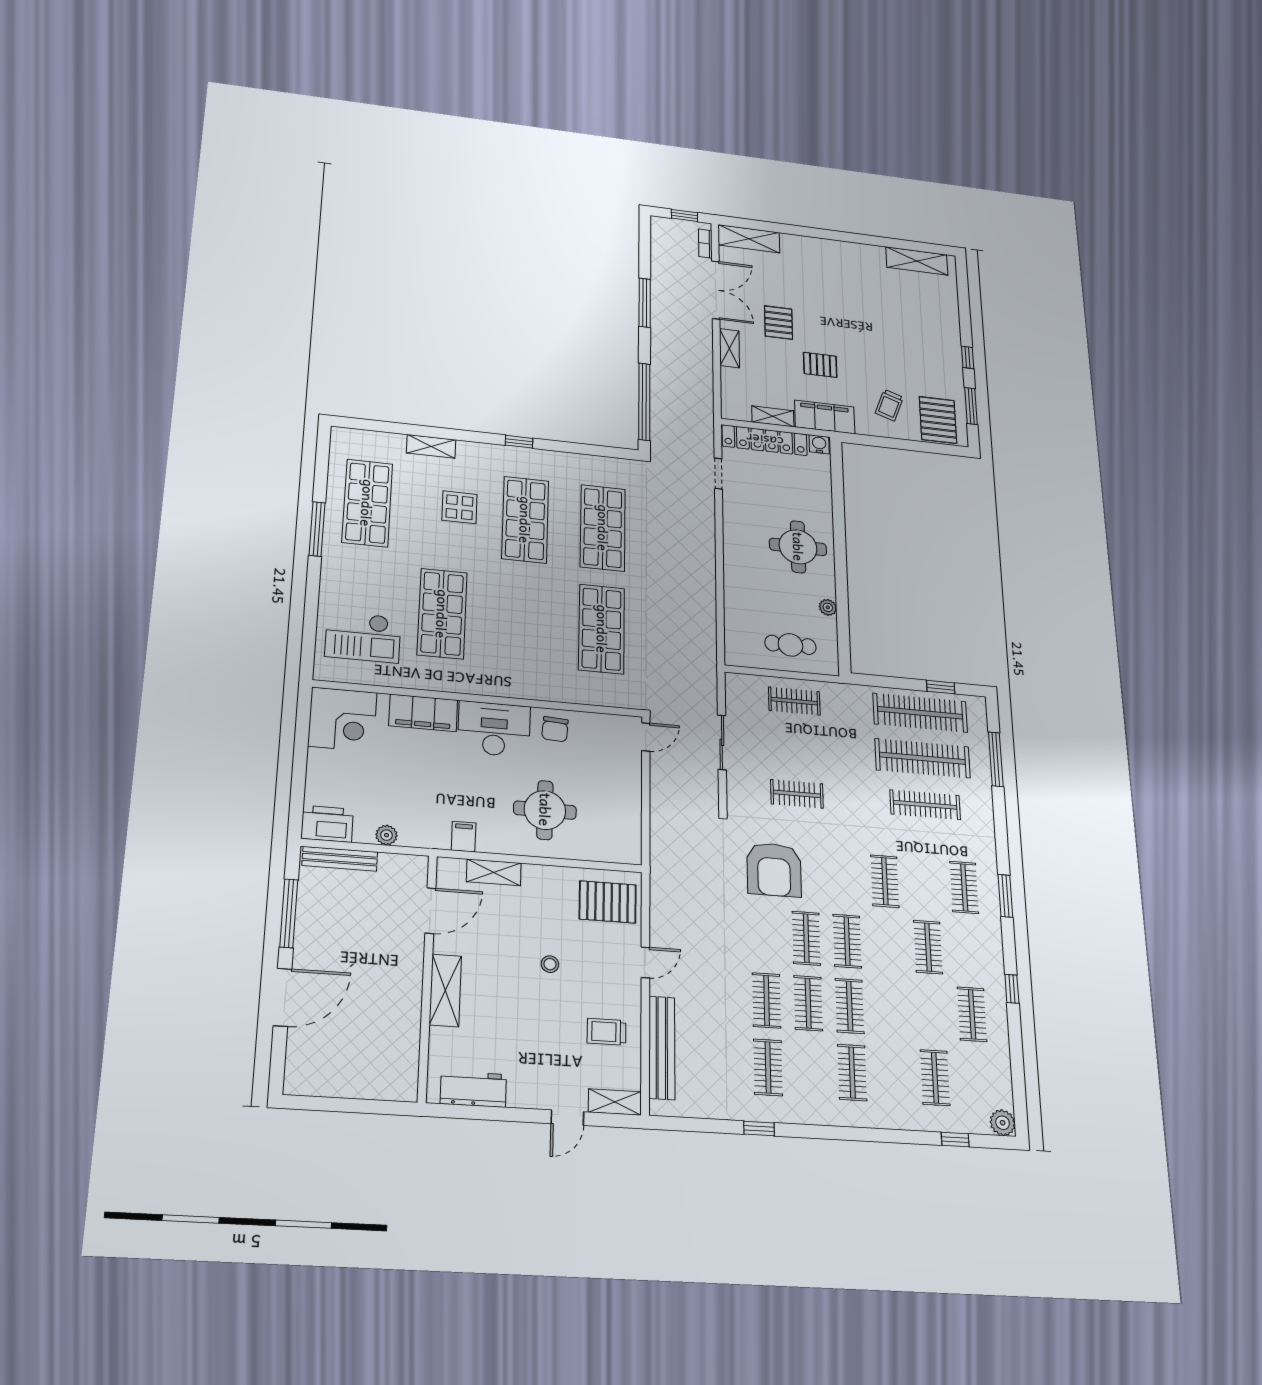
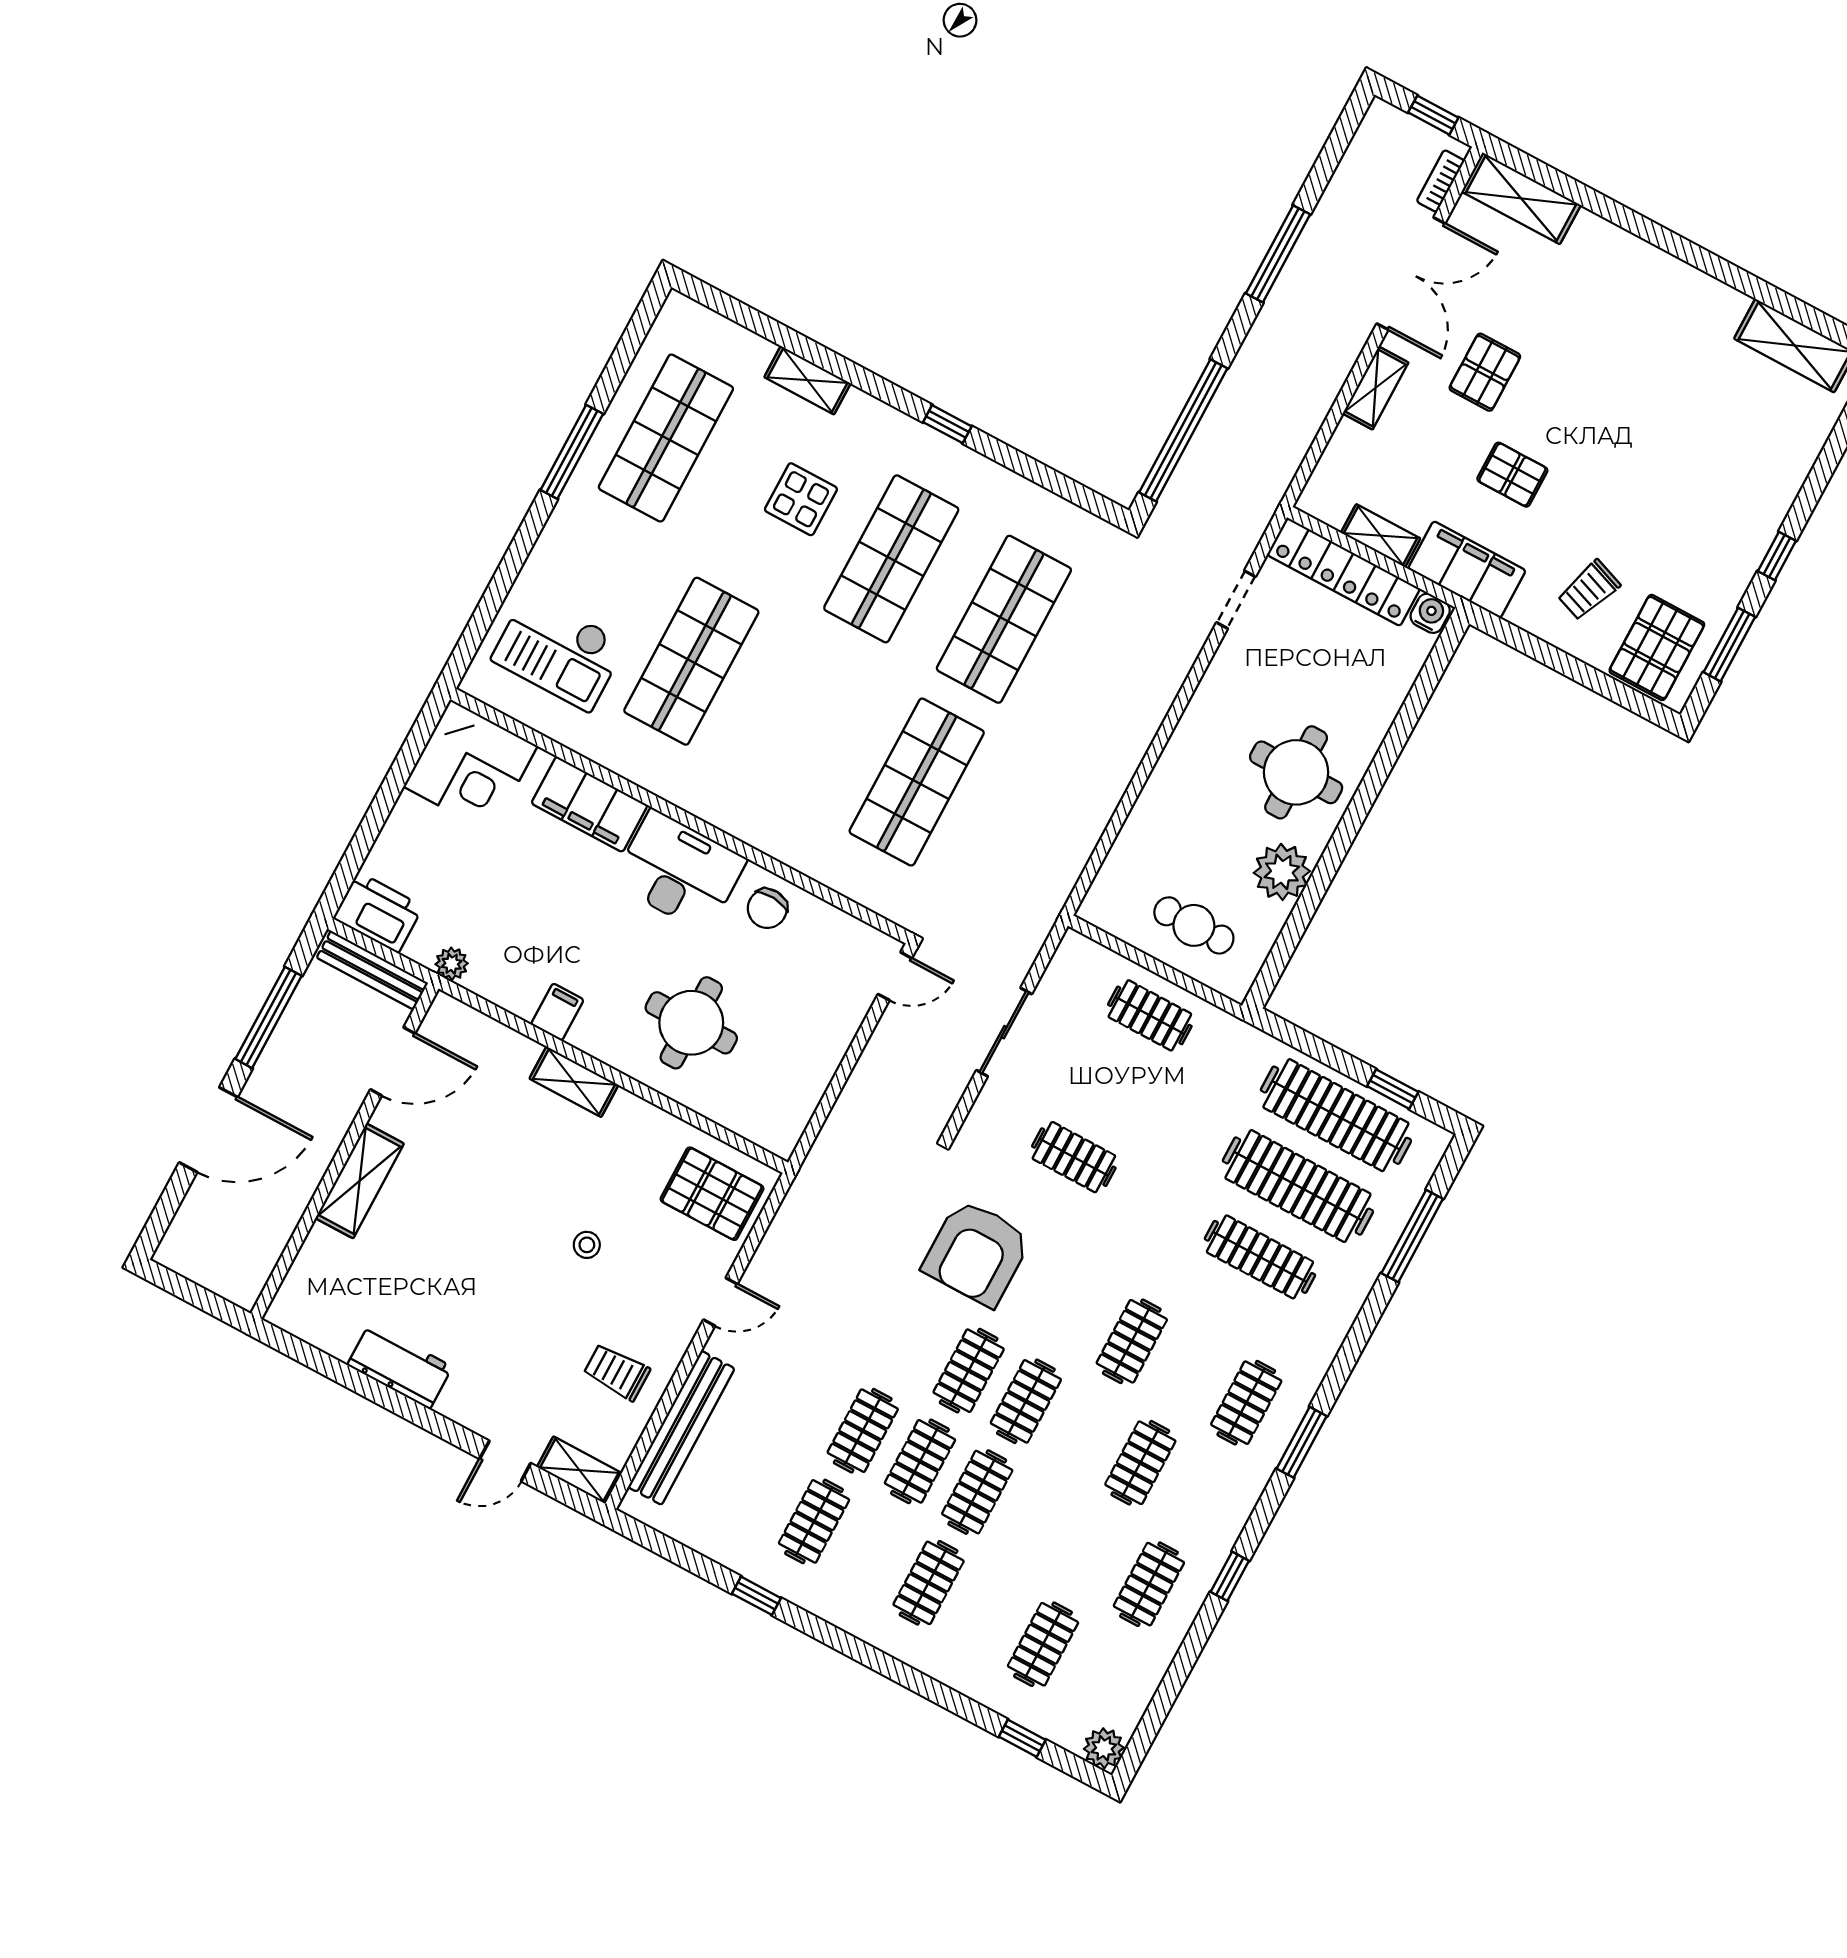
plant: (828, 607) -> (1282, 872), width x1.88, depth x1.88
door: (430, 911) -> (393, 1061), moved
wall: (427, 976) -> (345, 1151), moved
shelving: (445, 990) -> (360, 1181), moved

